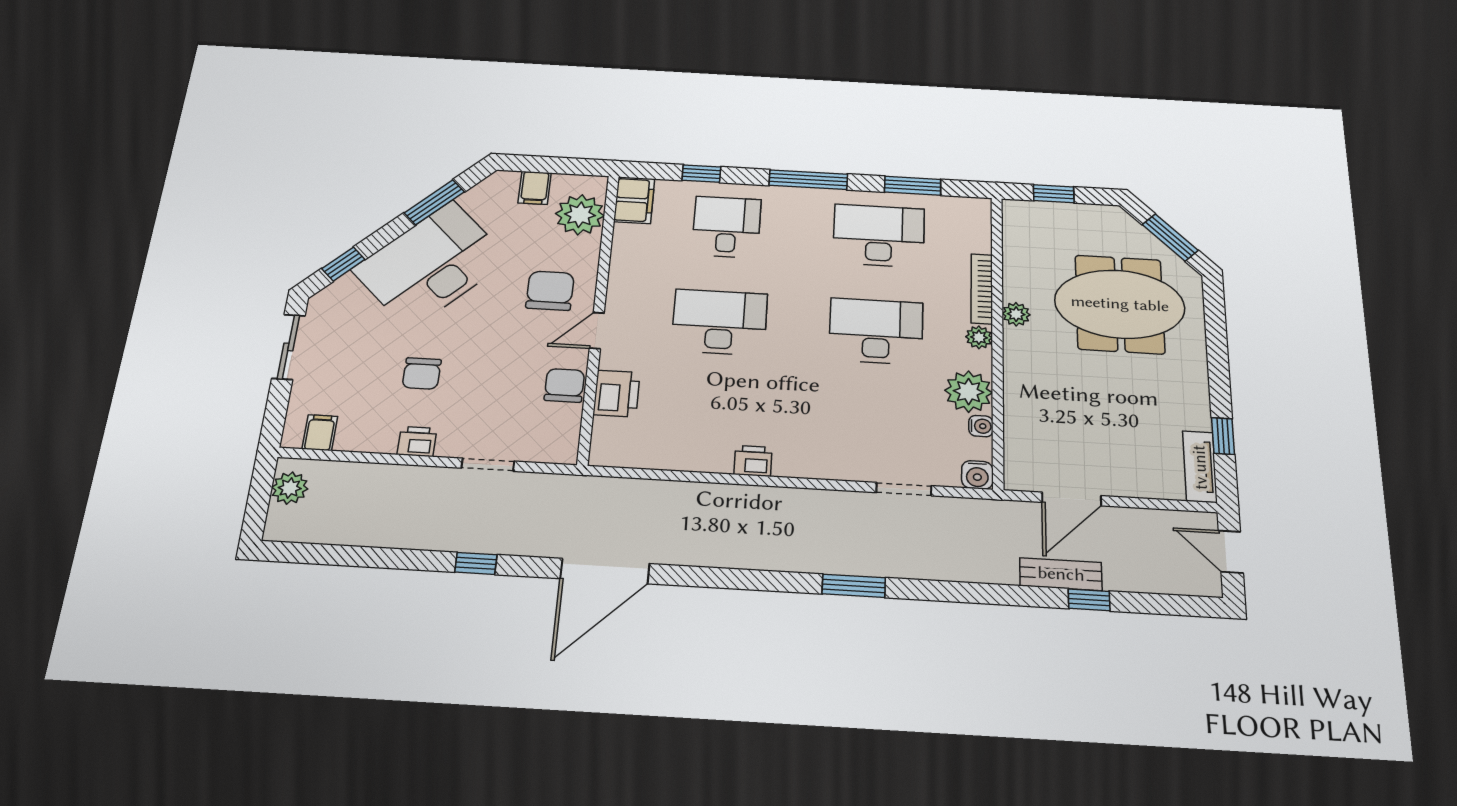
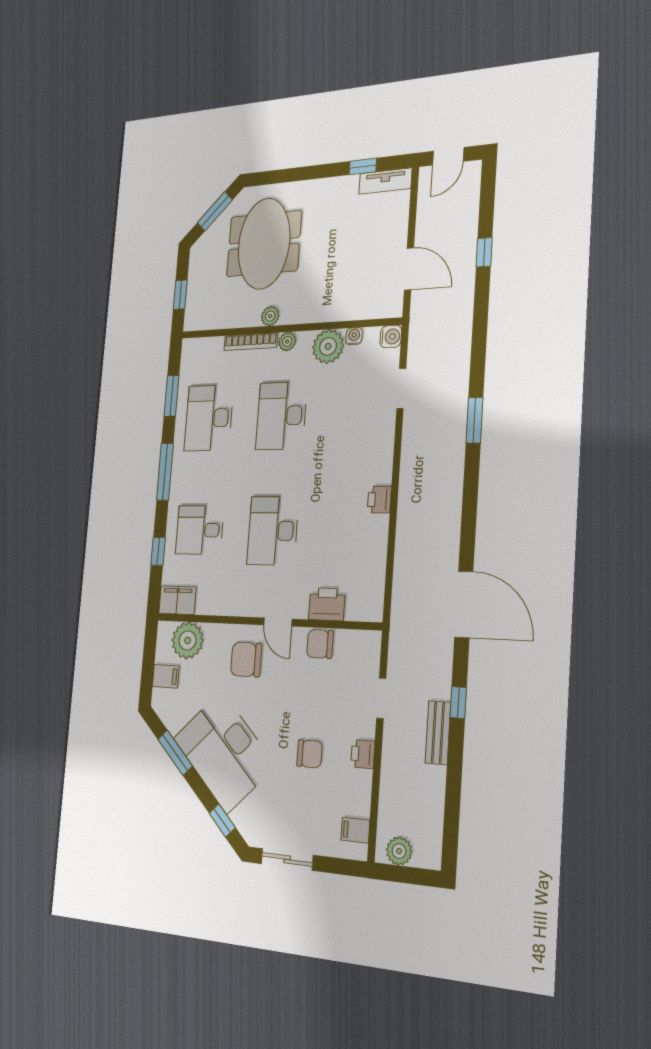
bench: (1061, 574) -> (438, 733), moved

